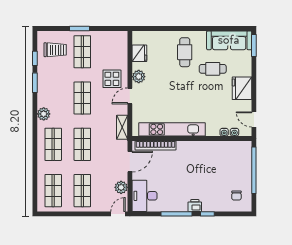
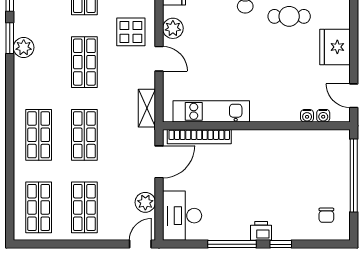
door: (130, 96) -> (159, 59), swing flipped
plant: (44, 114) -> (24, 47), moved
kitchen unit: (172, 129) -> (211, 111), width x0.73

